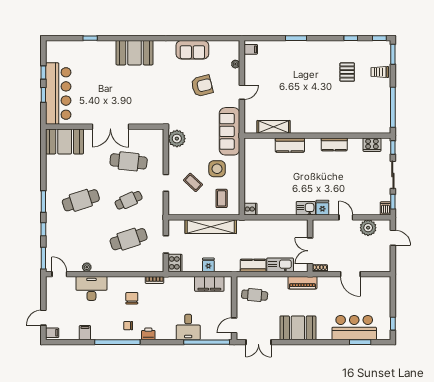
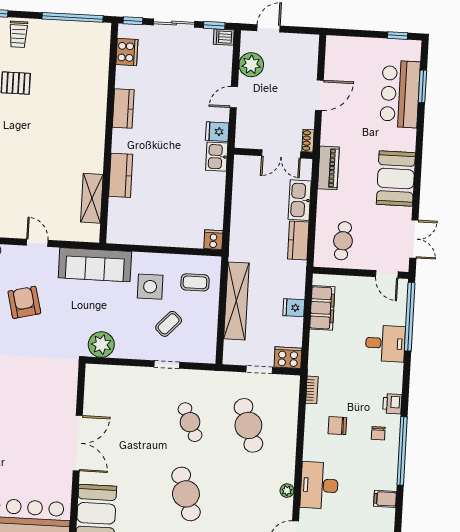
cafe table: (129, 161) -> (132, 419), removed

